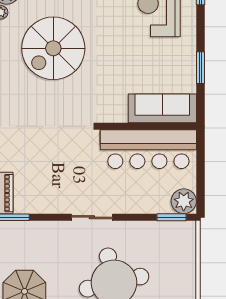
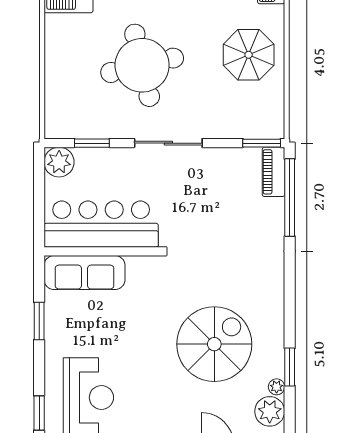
sliding door: (92, 217) -> (168, 143), width x1.37
window: (172, 217) -> (92, 143), moved

